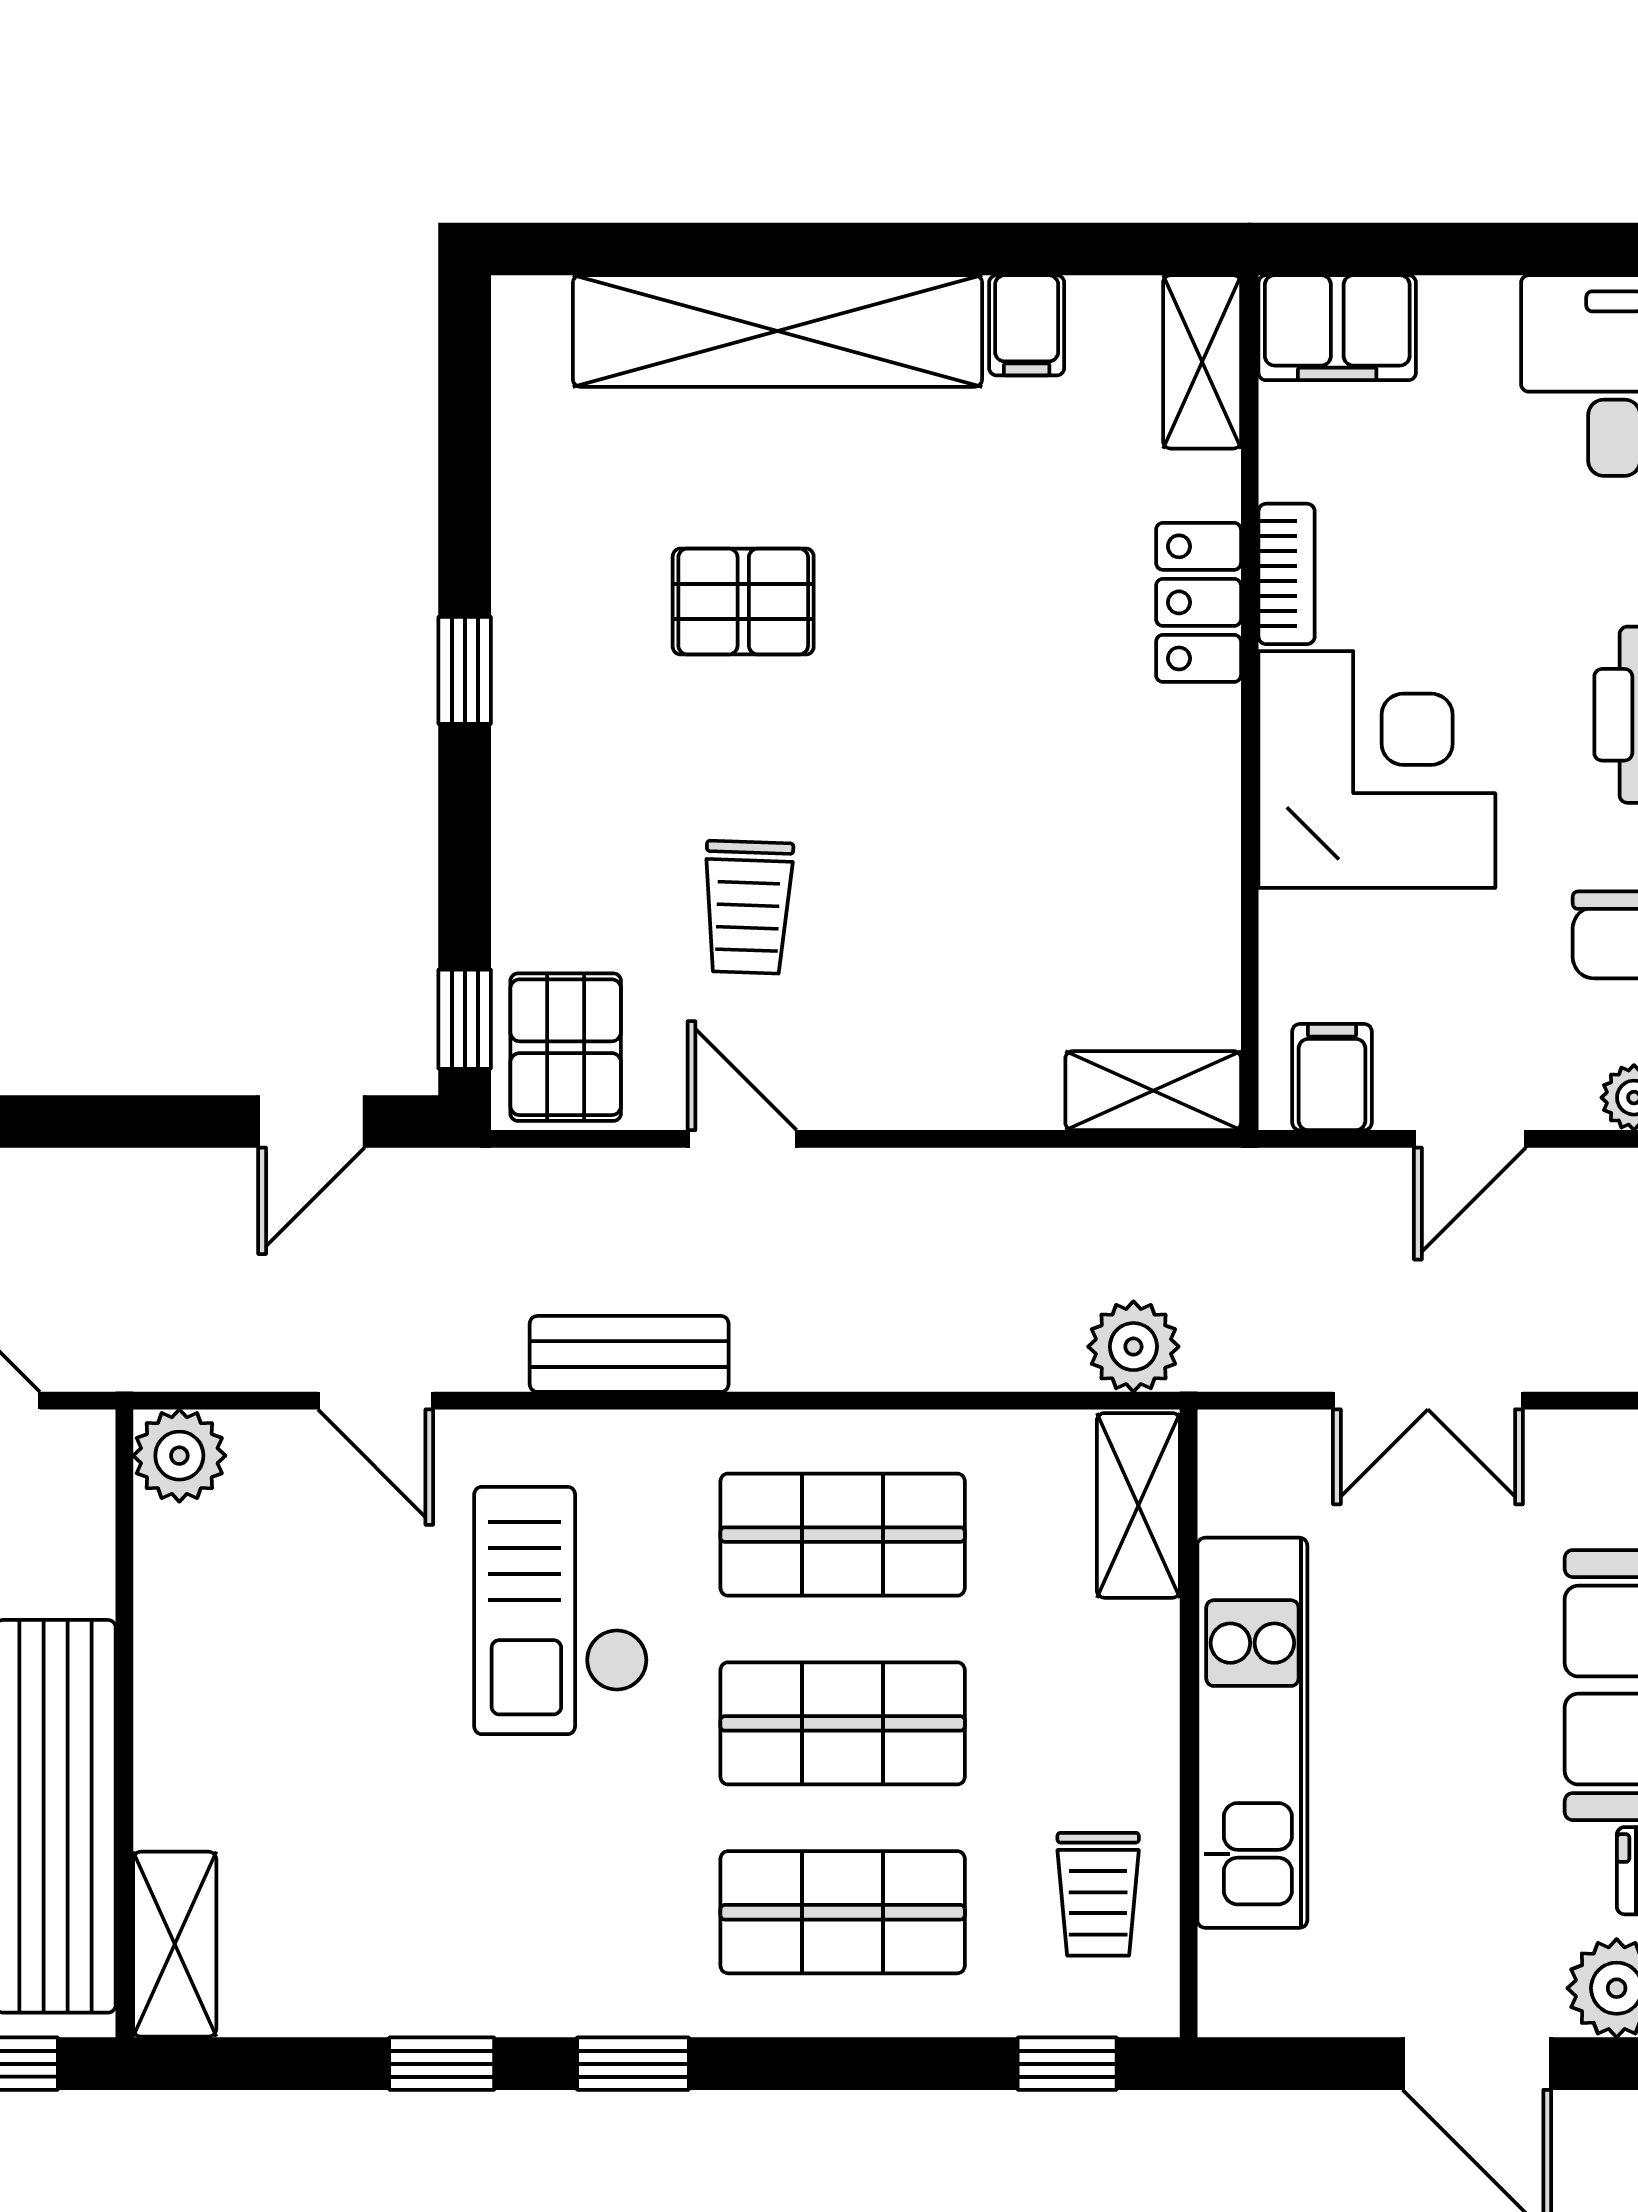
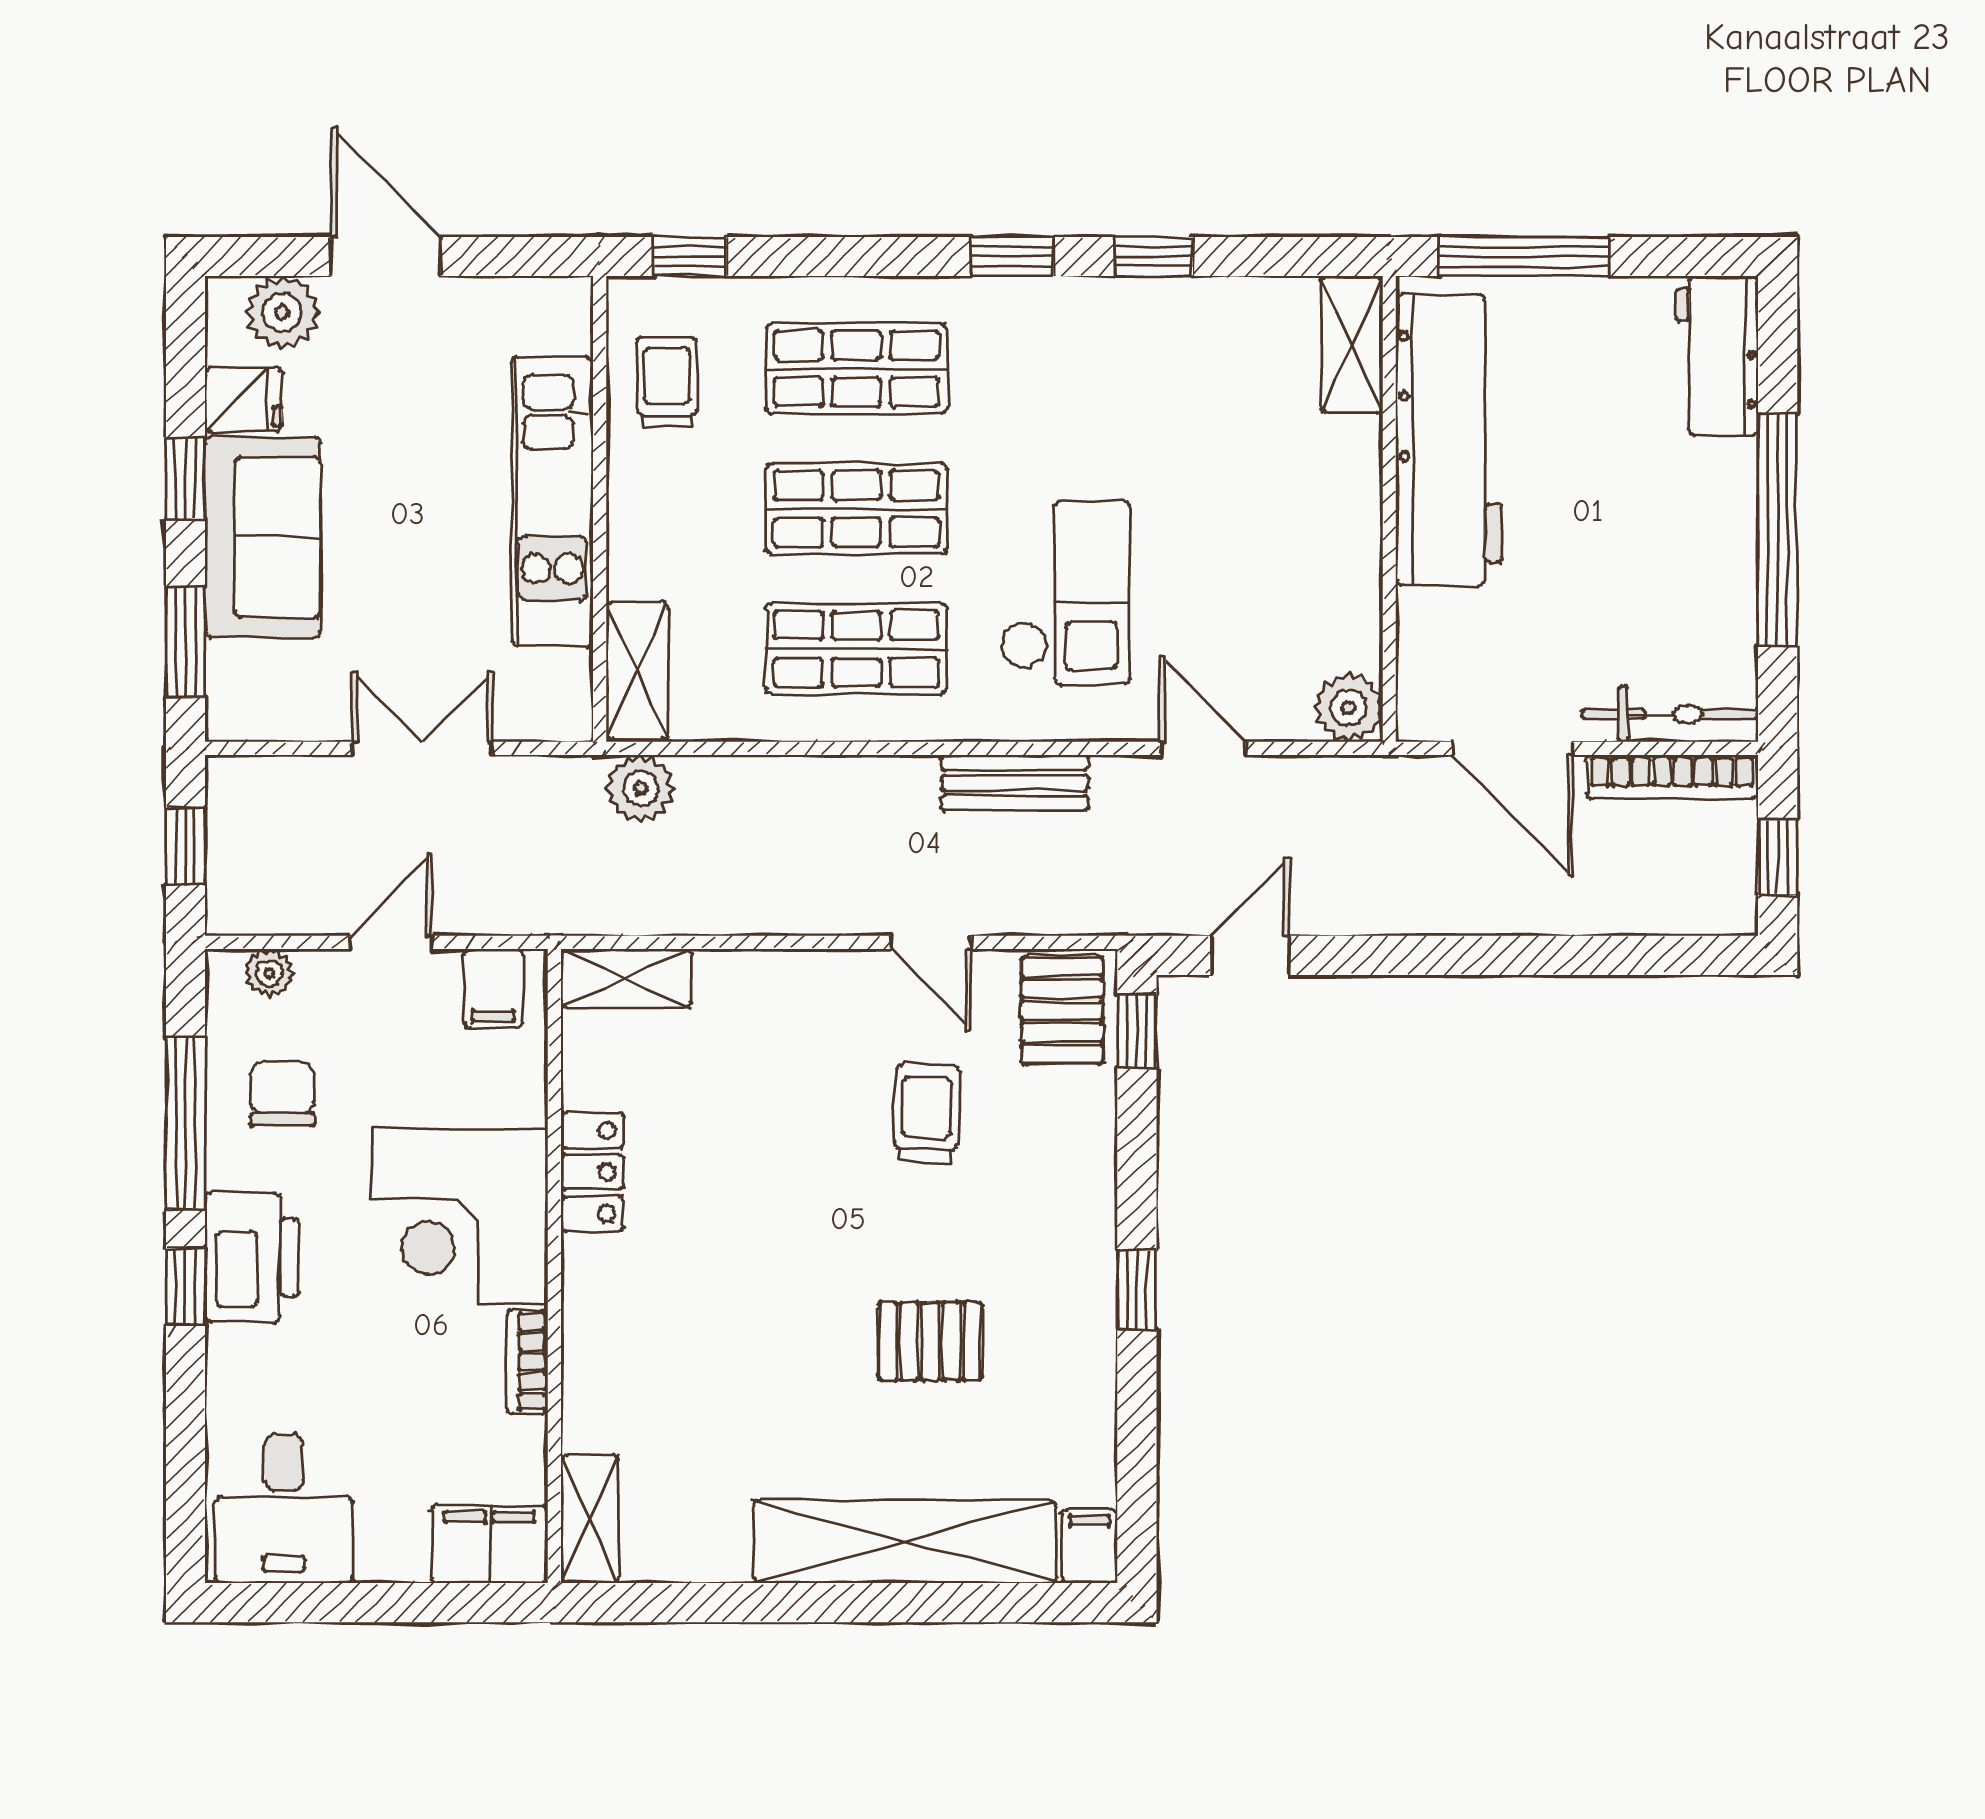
filing cabinet: (1027, 325) -> (1090, 1546), moved
locker: (1199, 602) -> (592, 1172), moved

